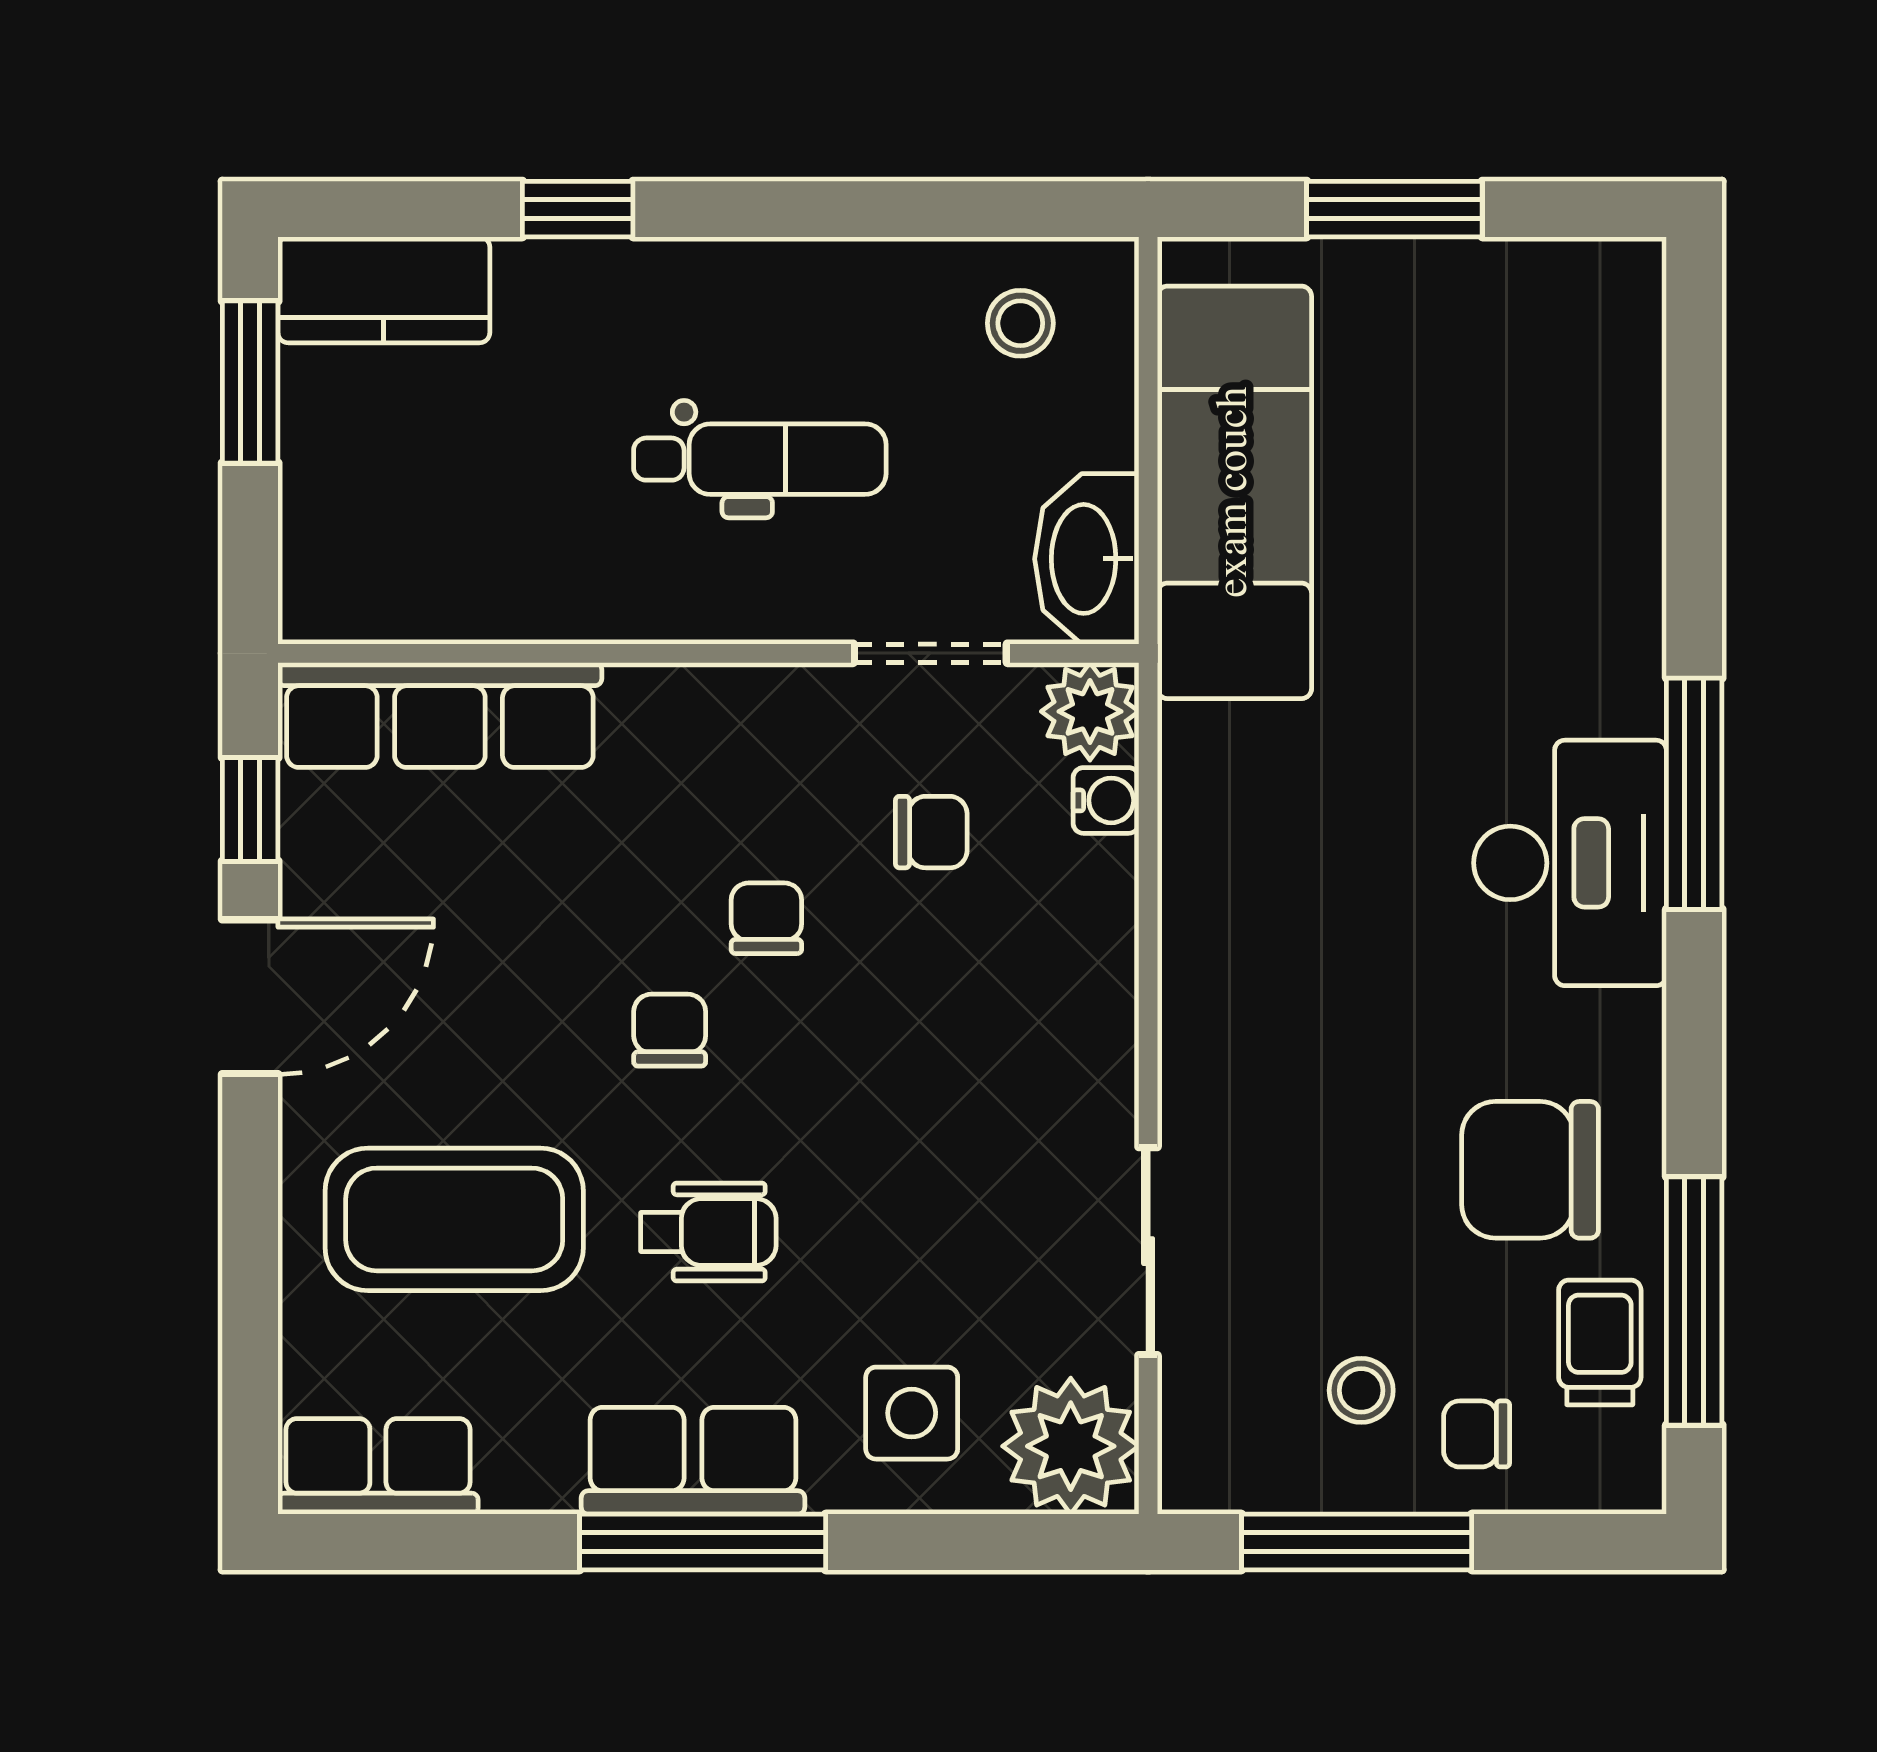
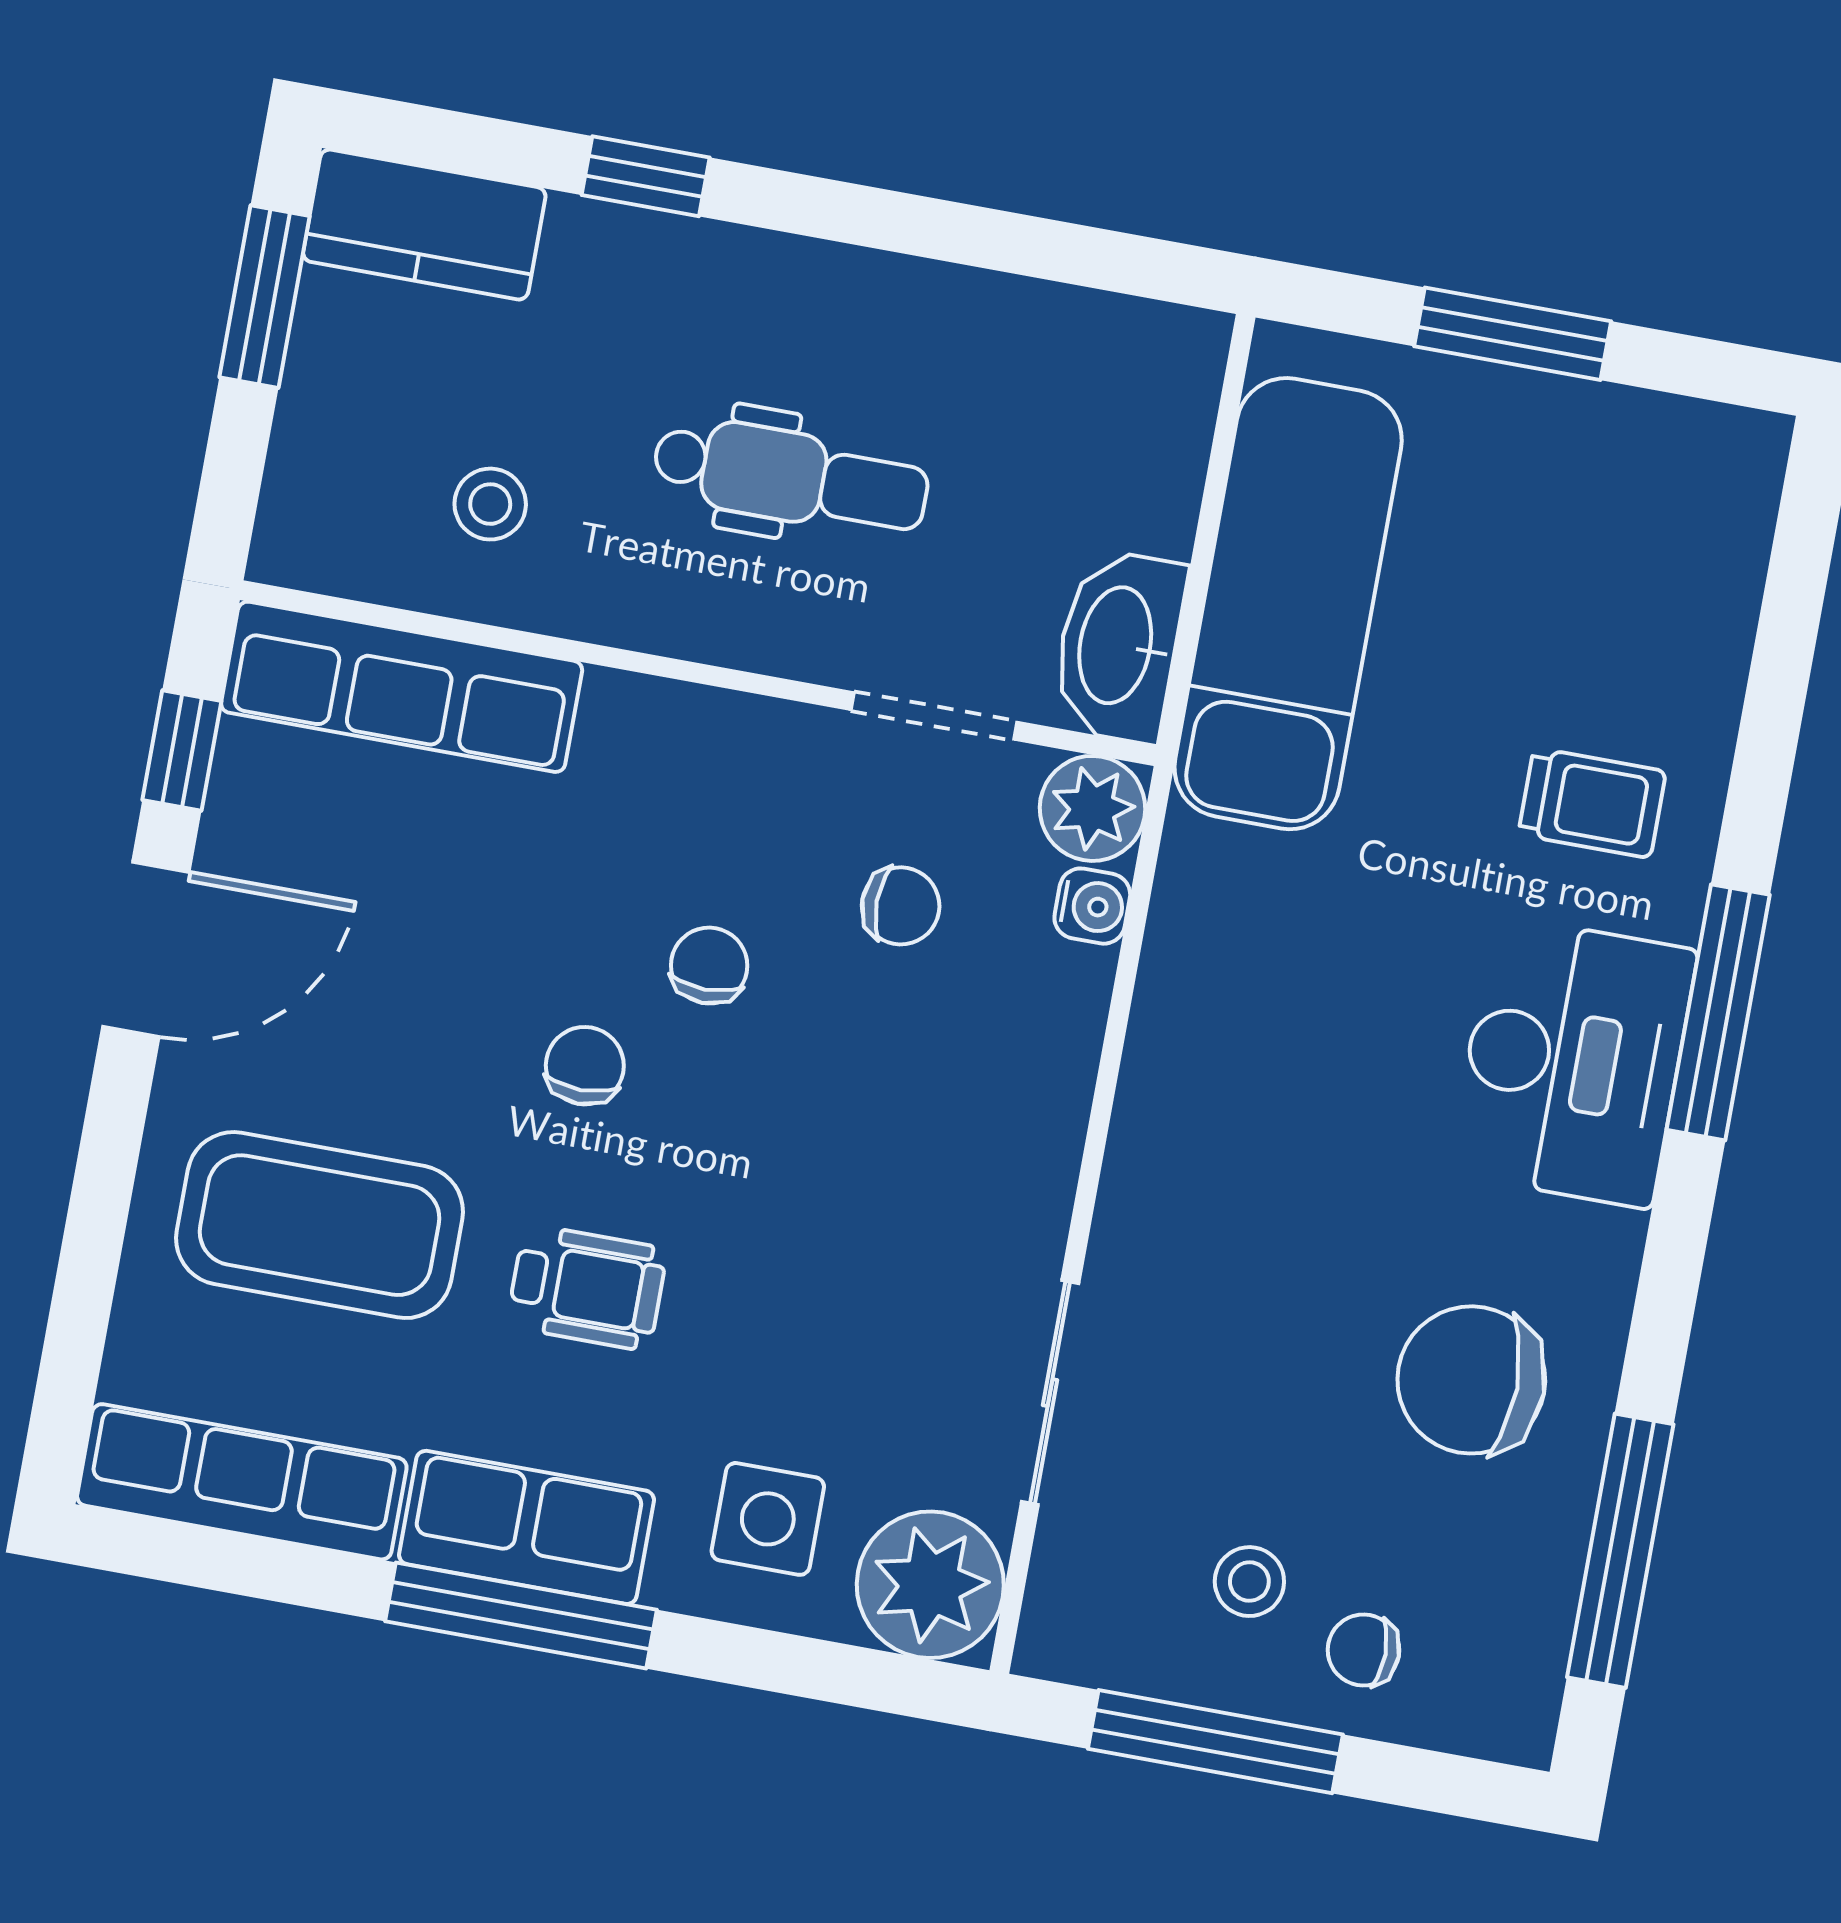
stool: (1020, 323) -> (490, 504), moved
trolley: (1600, 1342) -> (1592, 803), moved, turned 90
row of seats: (378, 1466) -> (242, 1482), width x1.48

